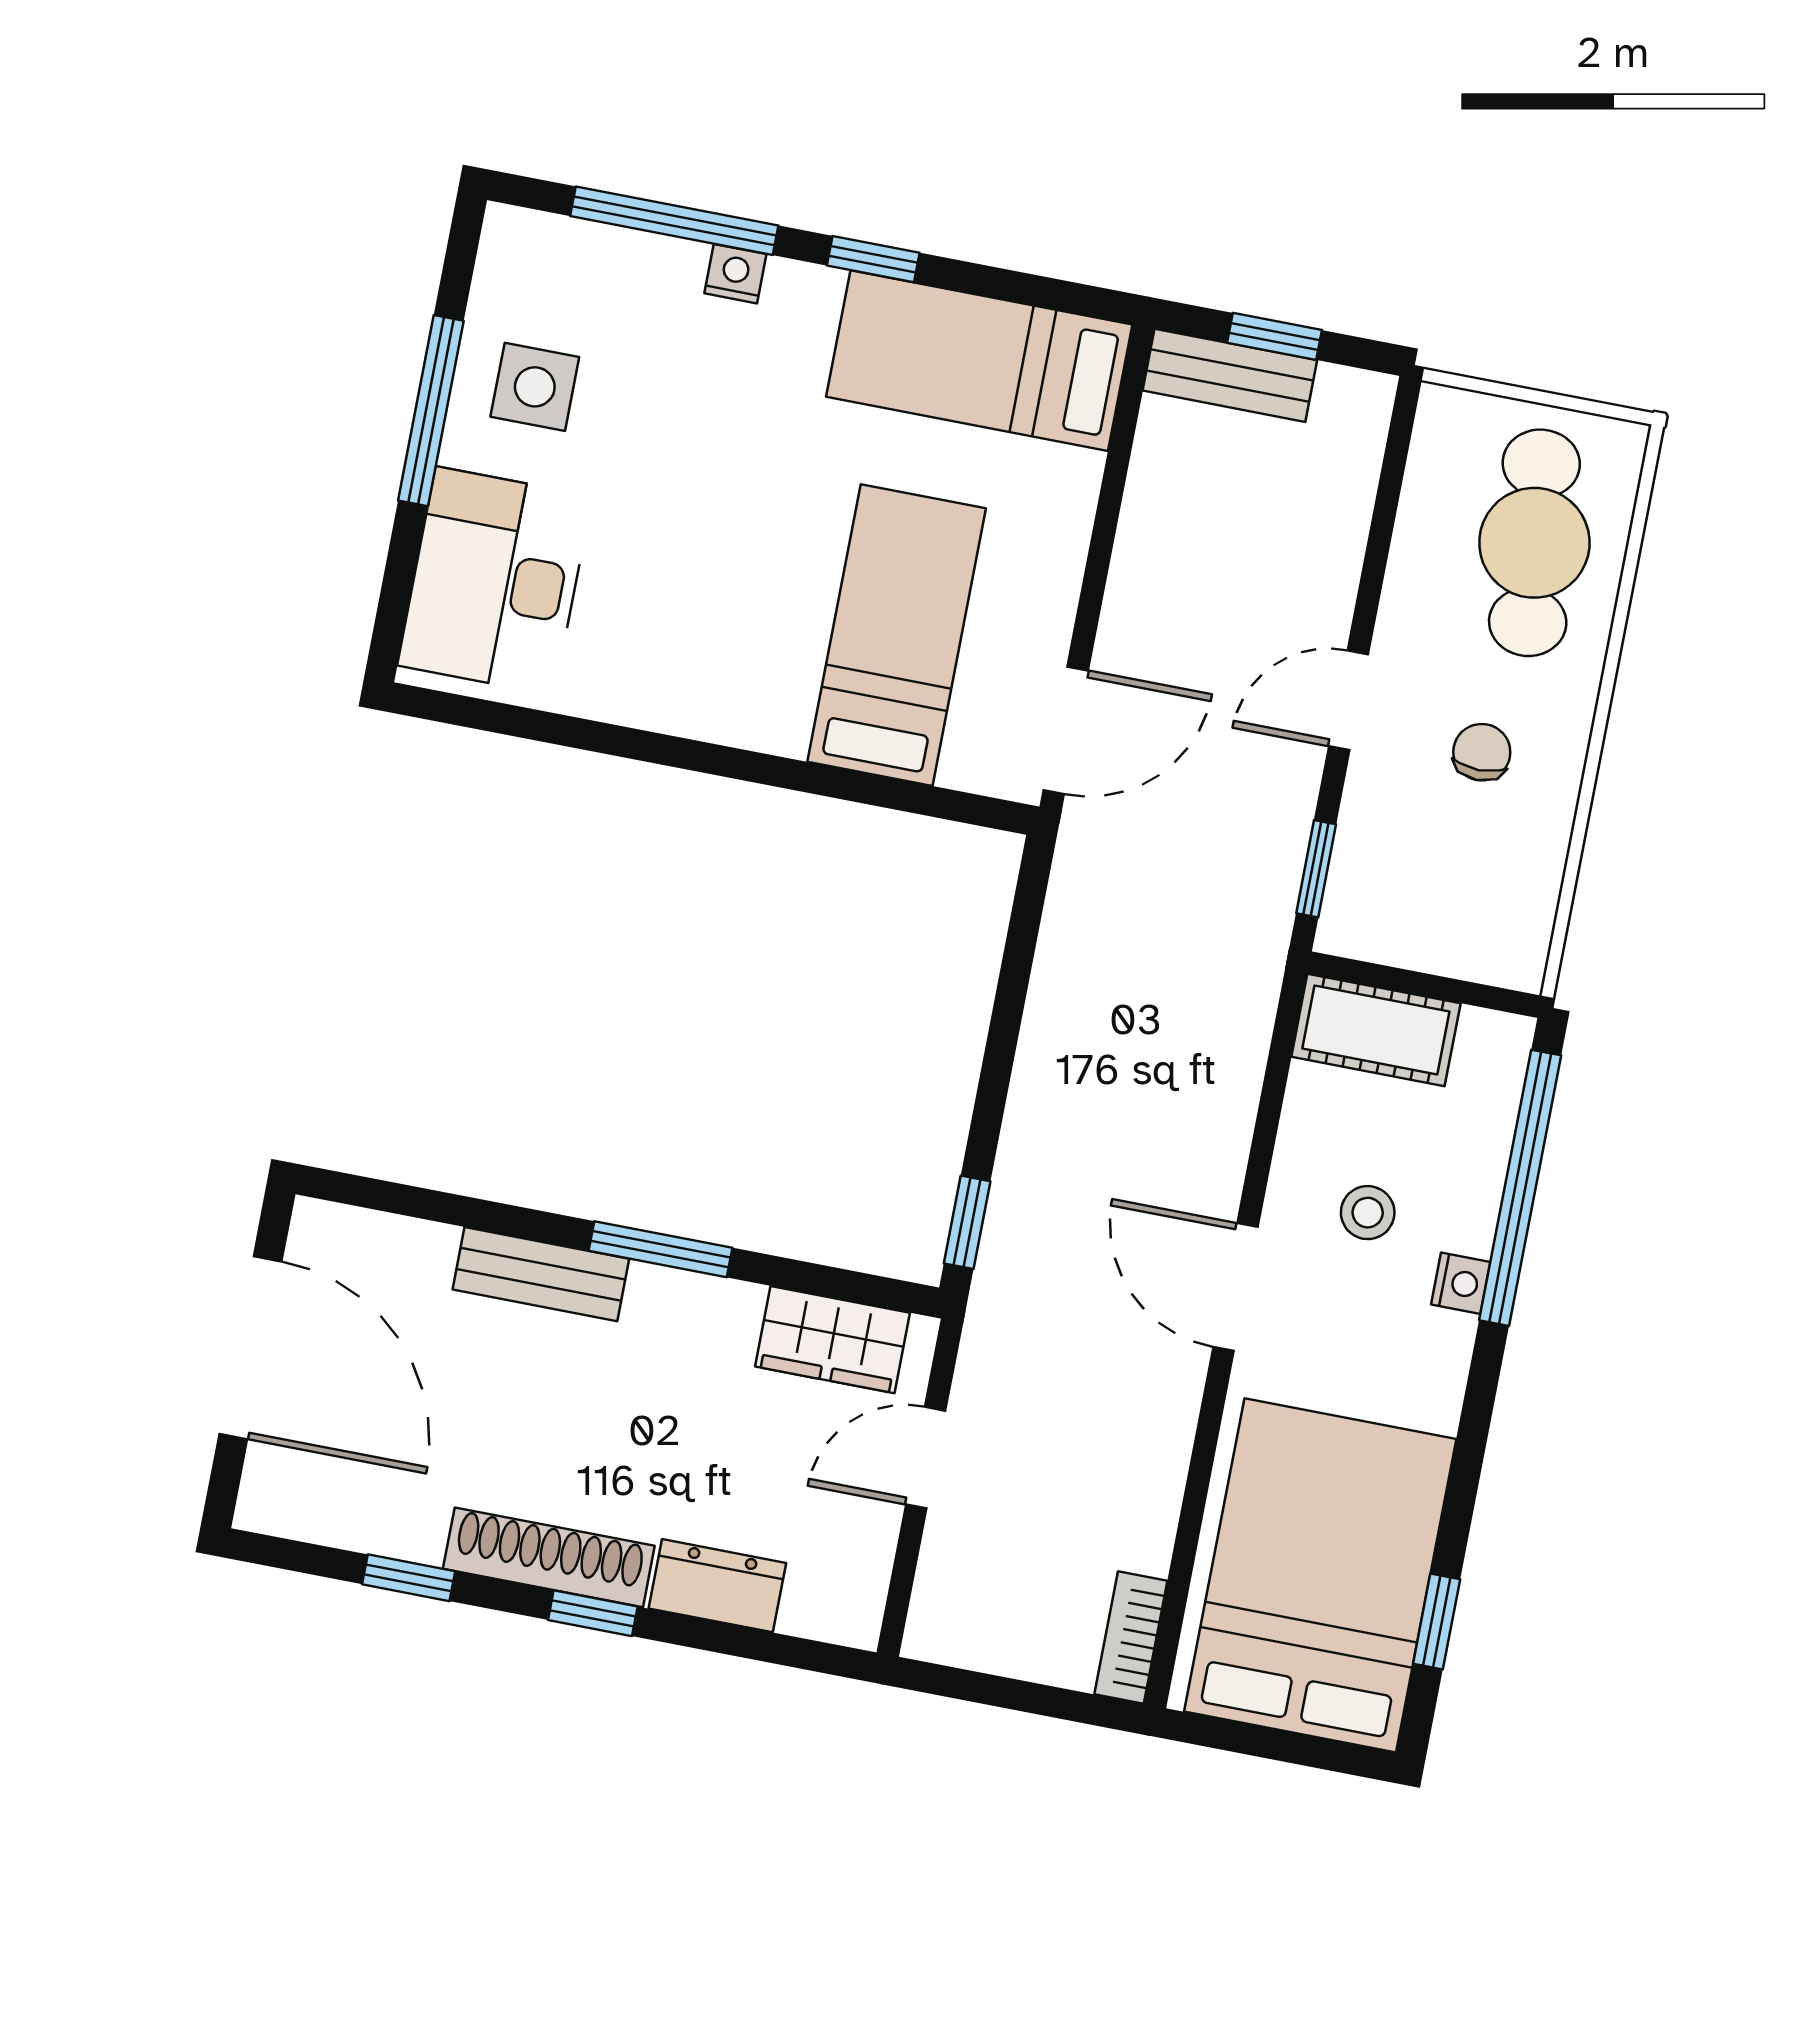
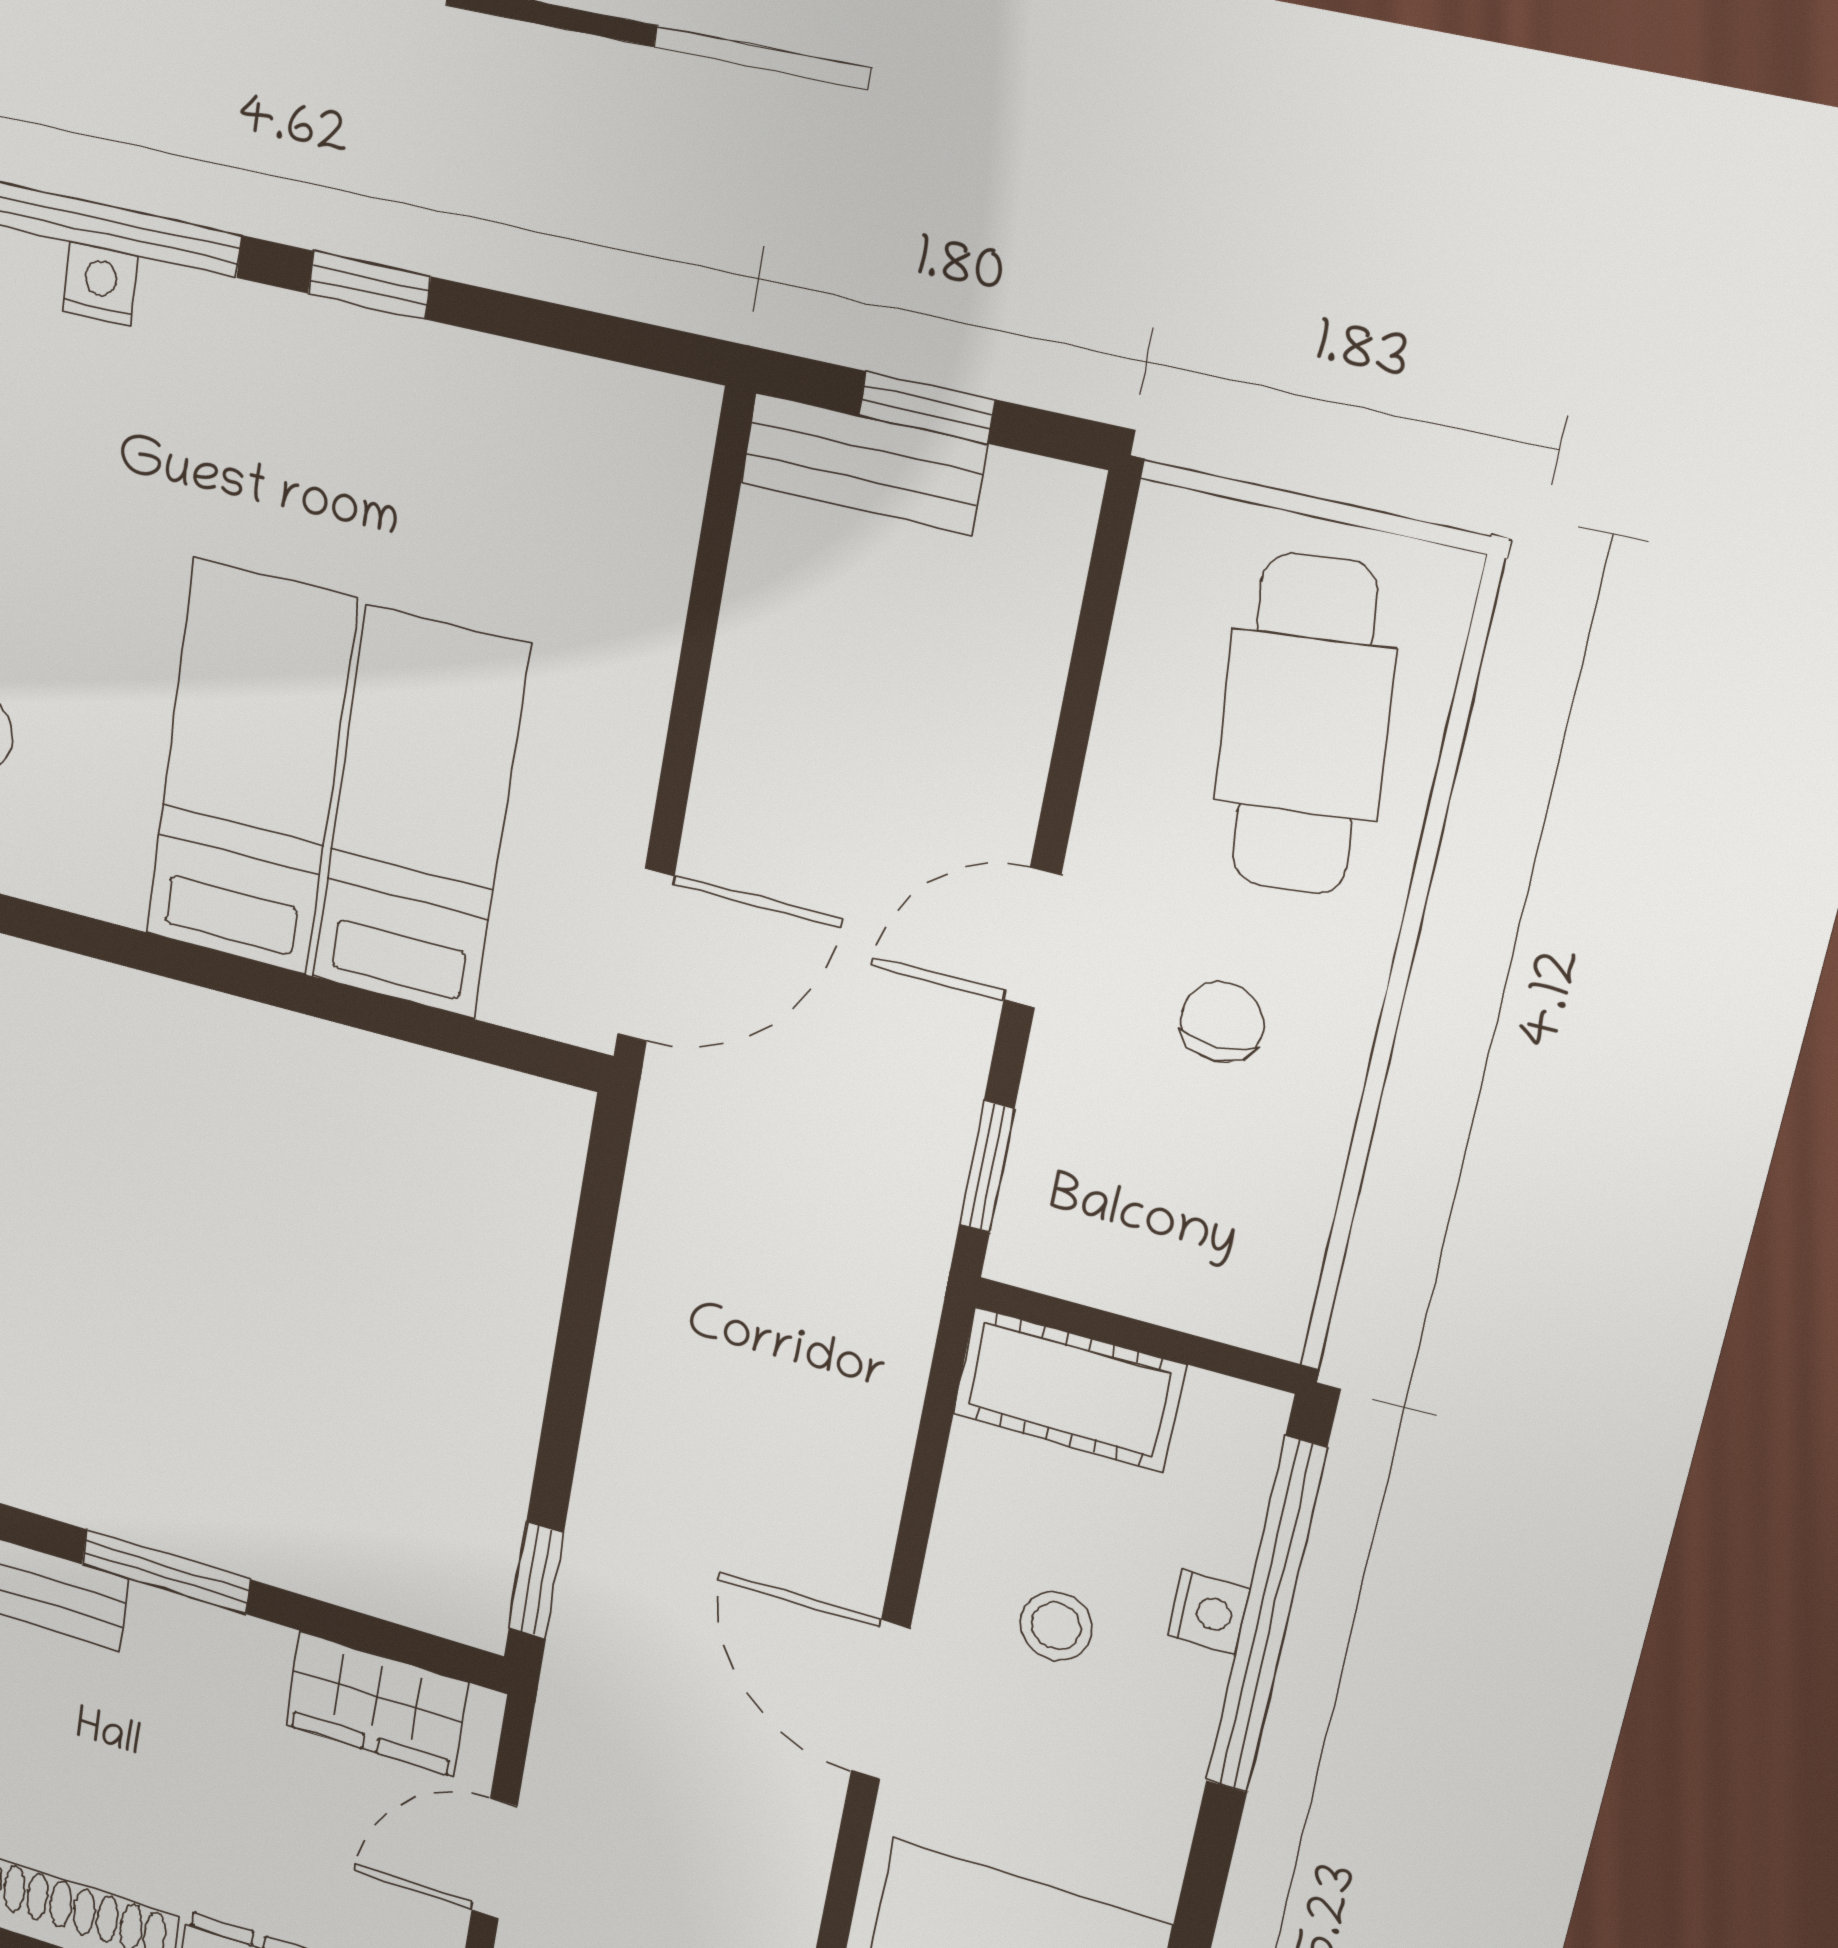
nightstand: (735, 274) -> (100, 284), moved
bed: (979, 361) -> (251, 768), moved, turned 90
nightstand: (1461, 1283) -> (1209, 1612), moved

